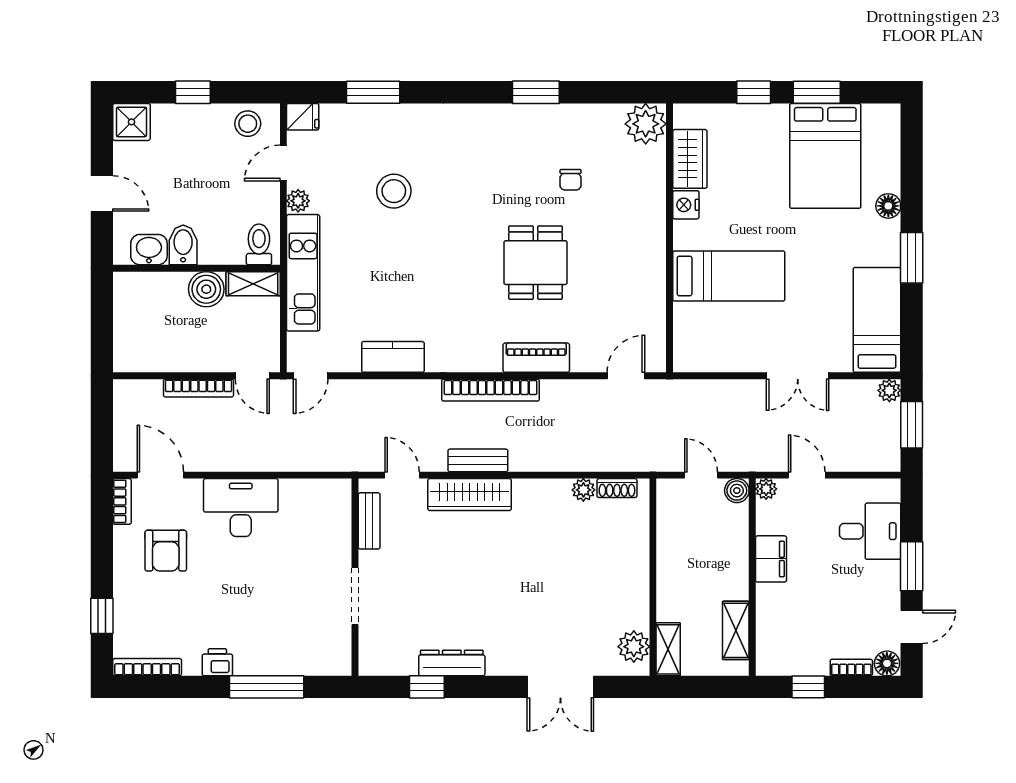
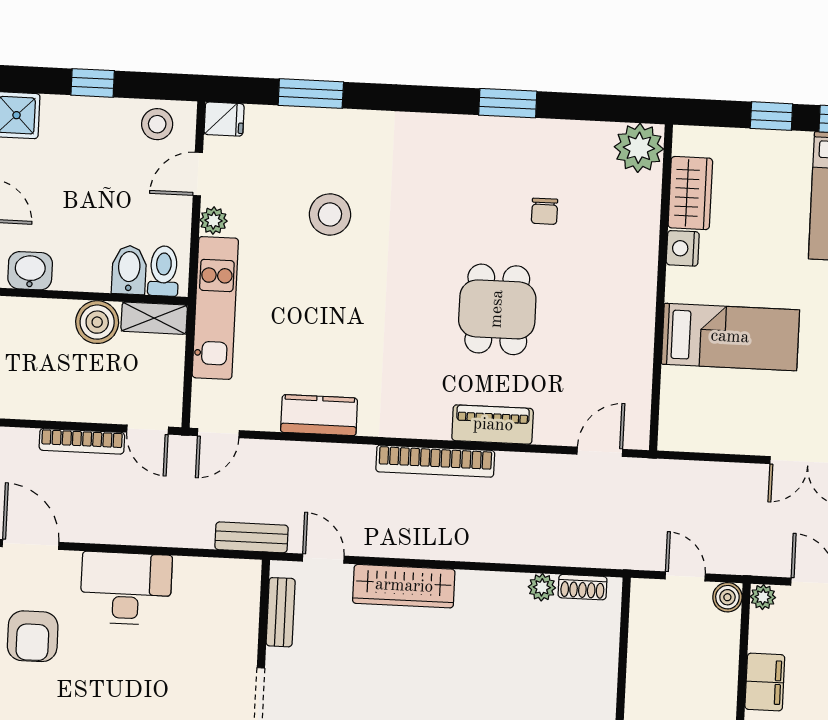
bidet: (183, 245) -> (129, 270), moved
bench: (478, 460) -> (252, 537), moved

